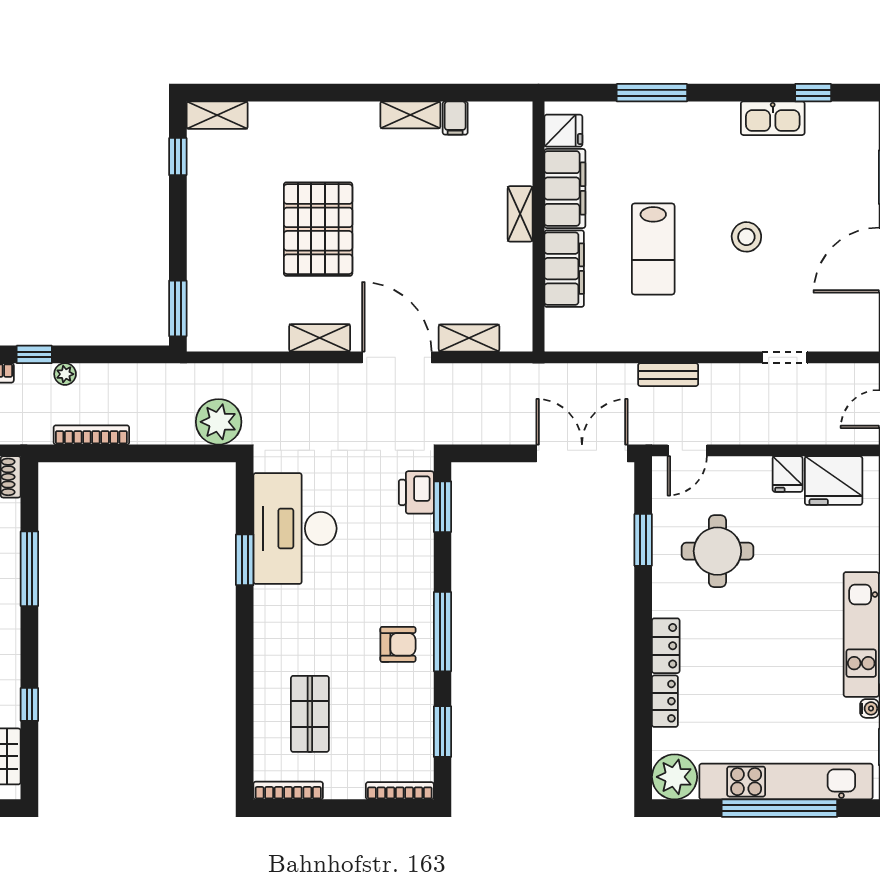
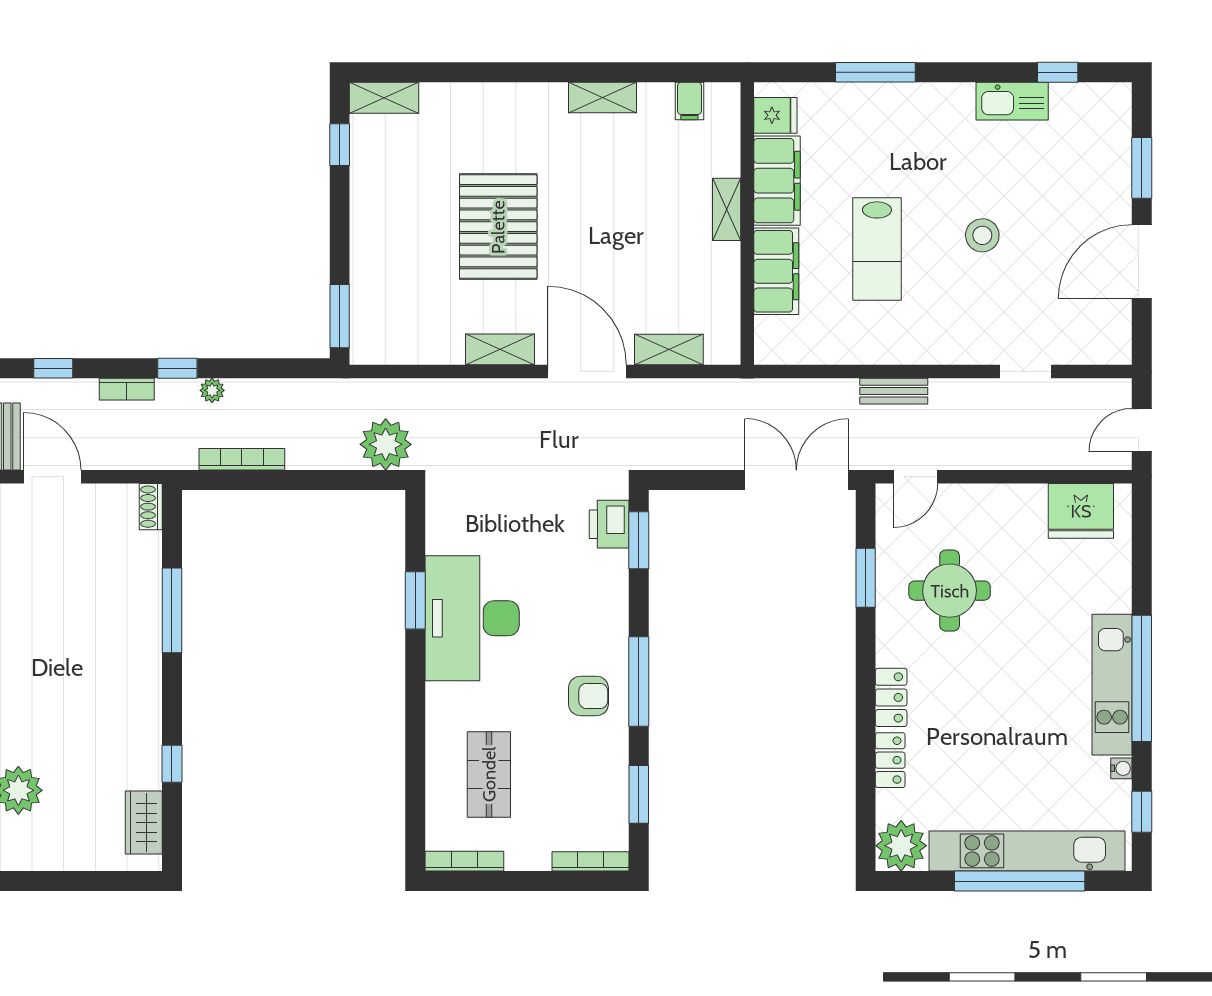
filing cabinet: (455, 118) -> (689, 101), moved
fridge: (788, 474) -> (1029, 503), removed
desk: (295, 528) -> (472, 618), moved

